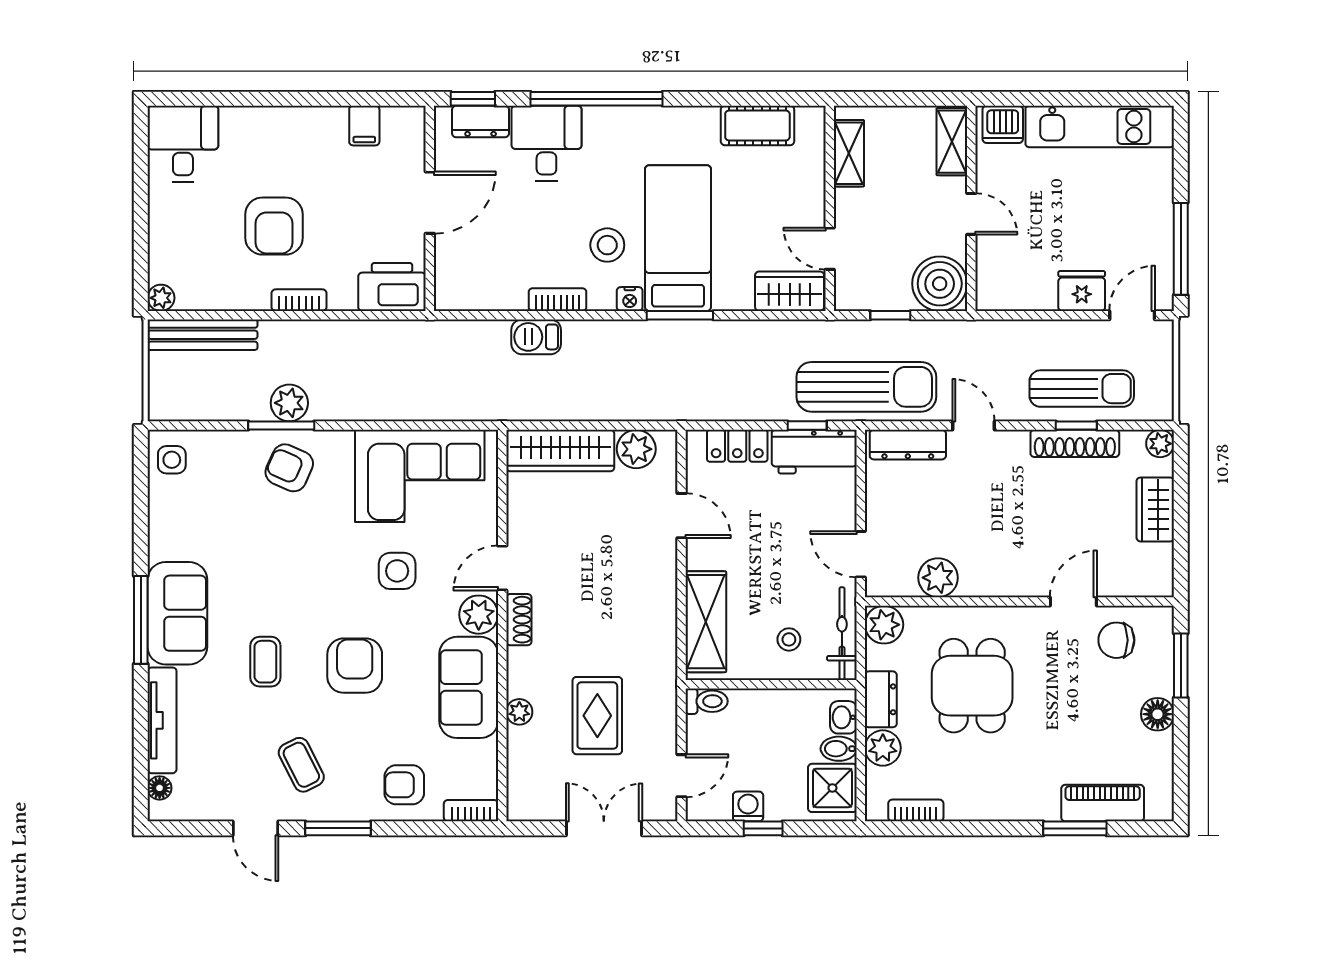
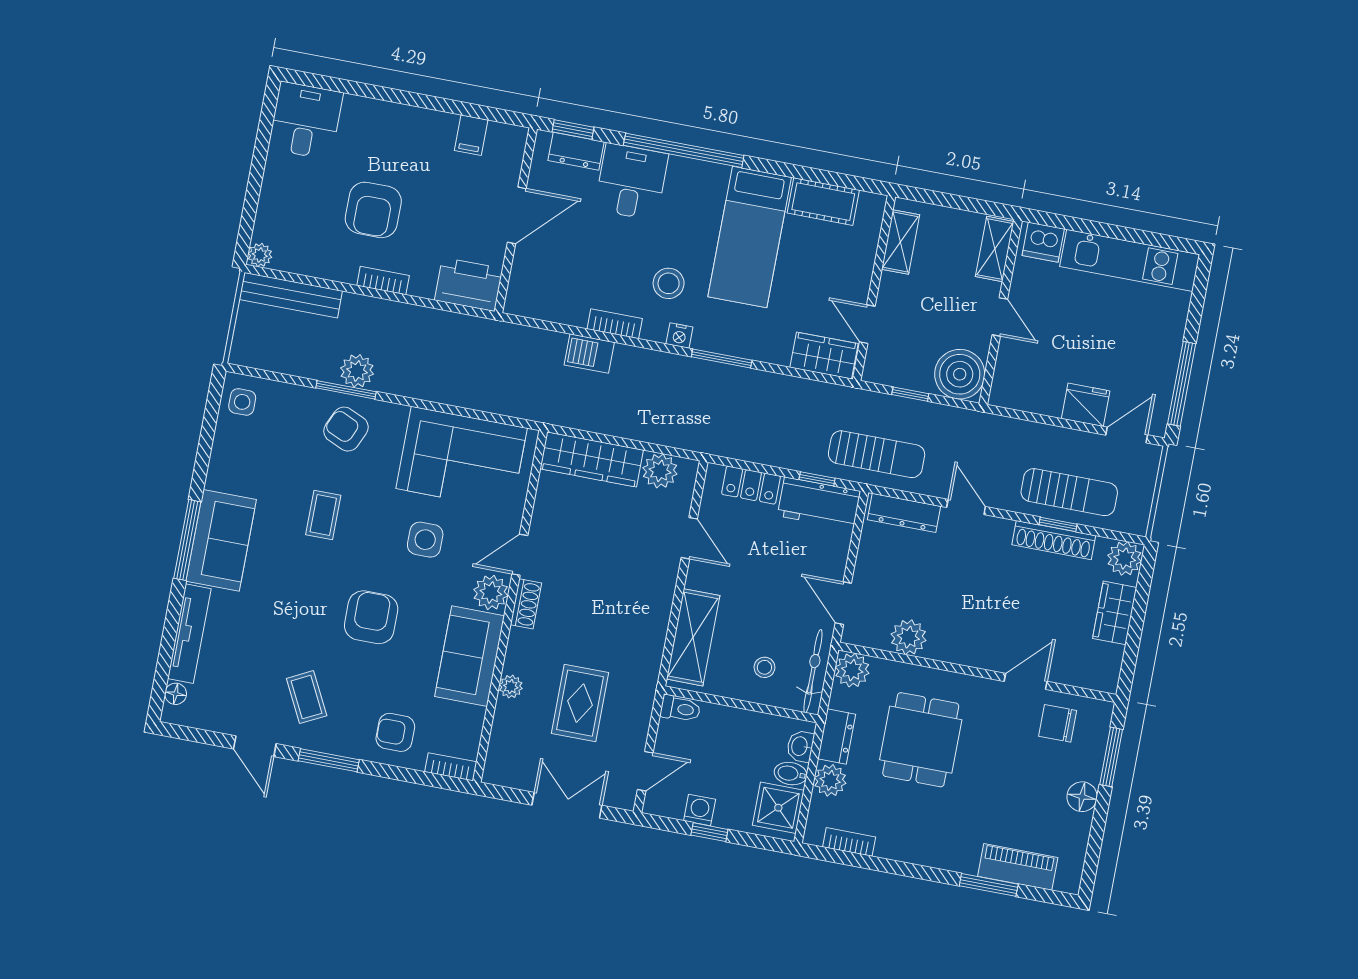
bed: (678, 238) -> (750, 237), moved, turned 180
sun lounger: (866, 387) -> (877, 454), width x0.73, depth x0.75
plant: (1160, 444) -> (1125, 558), width x1.38, depth x1.38
coffee table: (265, 662) -> (323, 515), moved

